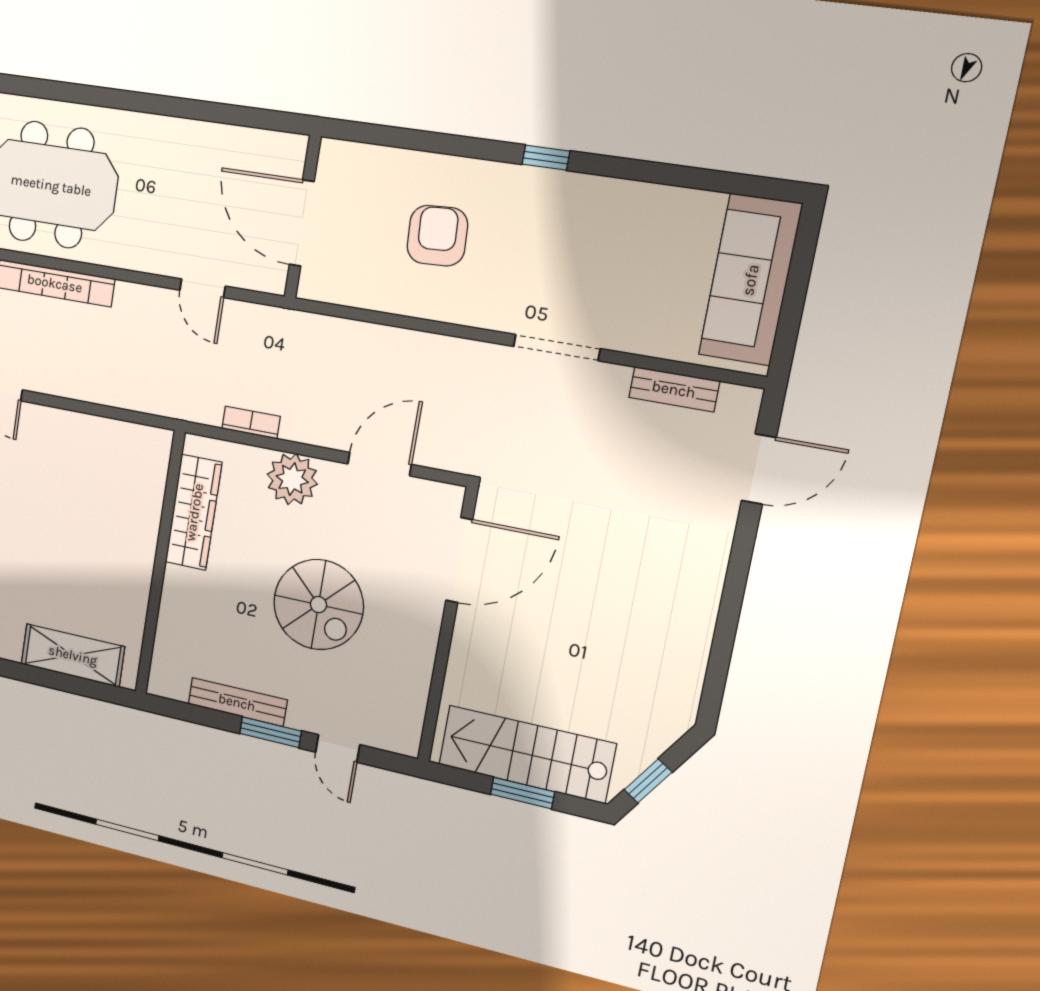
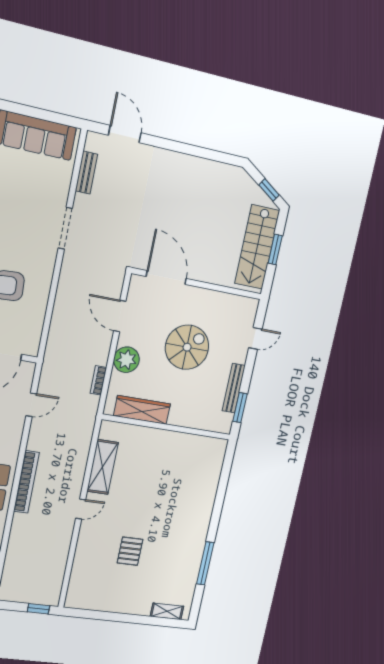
shelving: (73, 655) -> (103, 467), moved
window: (270, 732) -> (240, 408), moved

